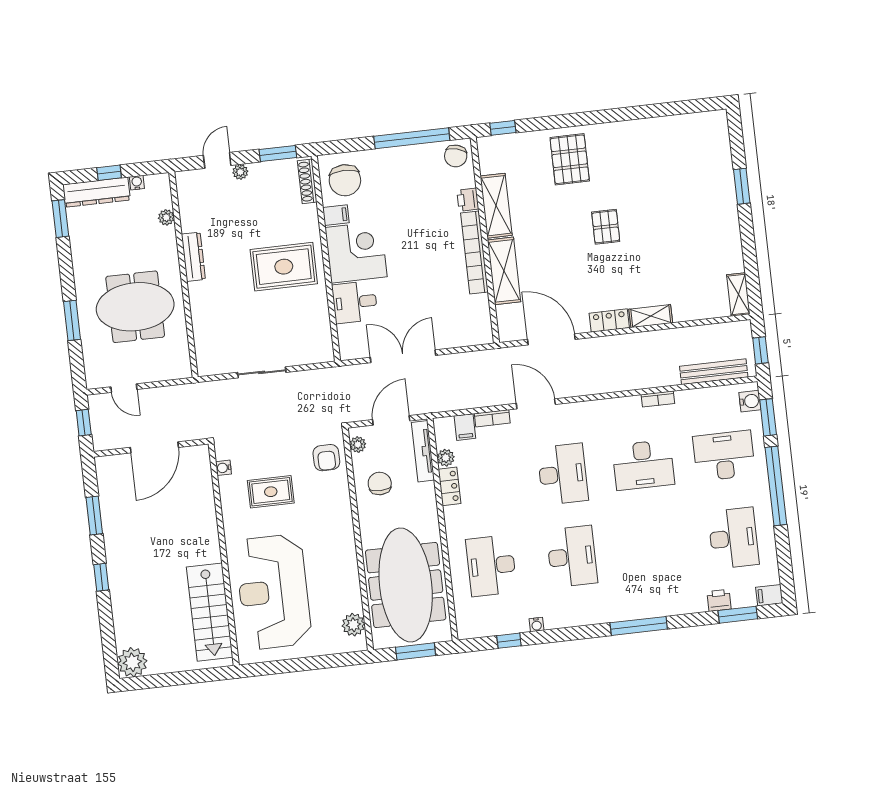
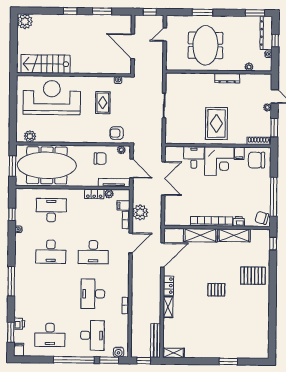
bench: (714, 372) -> (156, 340), moved
plant: (474, 393) -> (140, 212), added

